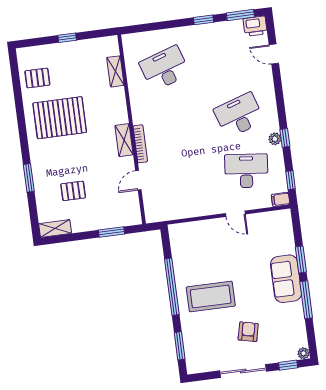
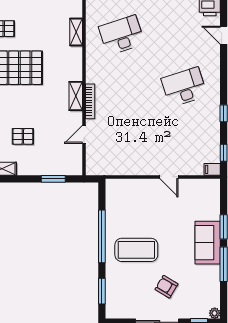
plant: (275, 139) -> (214, 113), removed
desk: (246, 171) -> (184, 139), removed
armchair: (248, 332) -> (166, 287), turned -72

